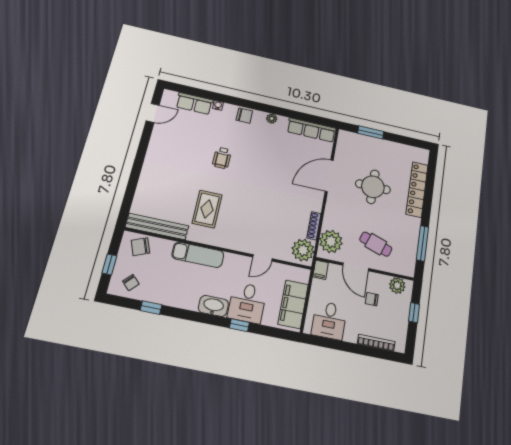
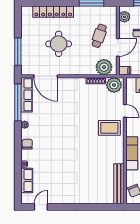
door: (153, 113) -> (41, 207), hinge flipped
window: (303, 117) -> (18, 102), added
window: (371, 132) -> (18, 52), width x1.44
wheelchair: (222, 158) -> (62, 153), removed
door: (329, 176) -> (46, 76), moved
rug: (207, 209) -> (109, 128), moved

